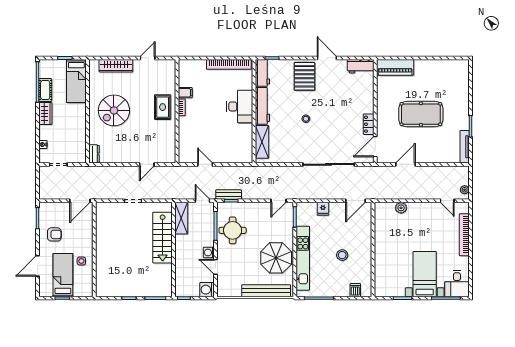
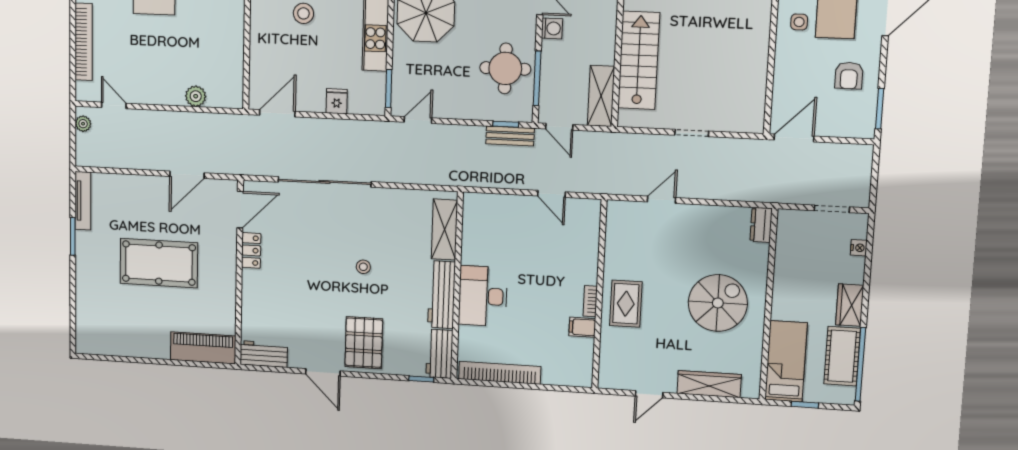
cot: (45, 90) -> (842, 356), width x1.37, depth x1.34
armchair: (54, 234) -> (849, 76), turned -90

